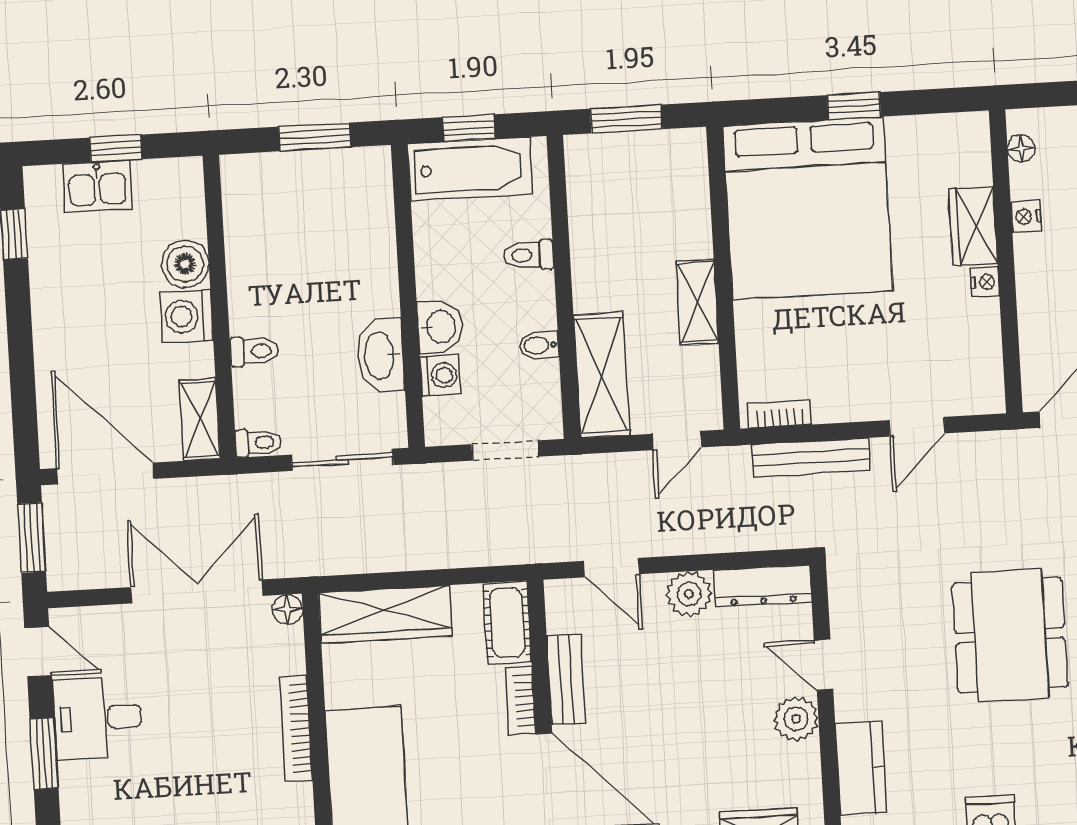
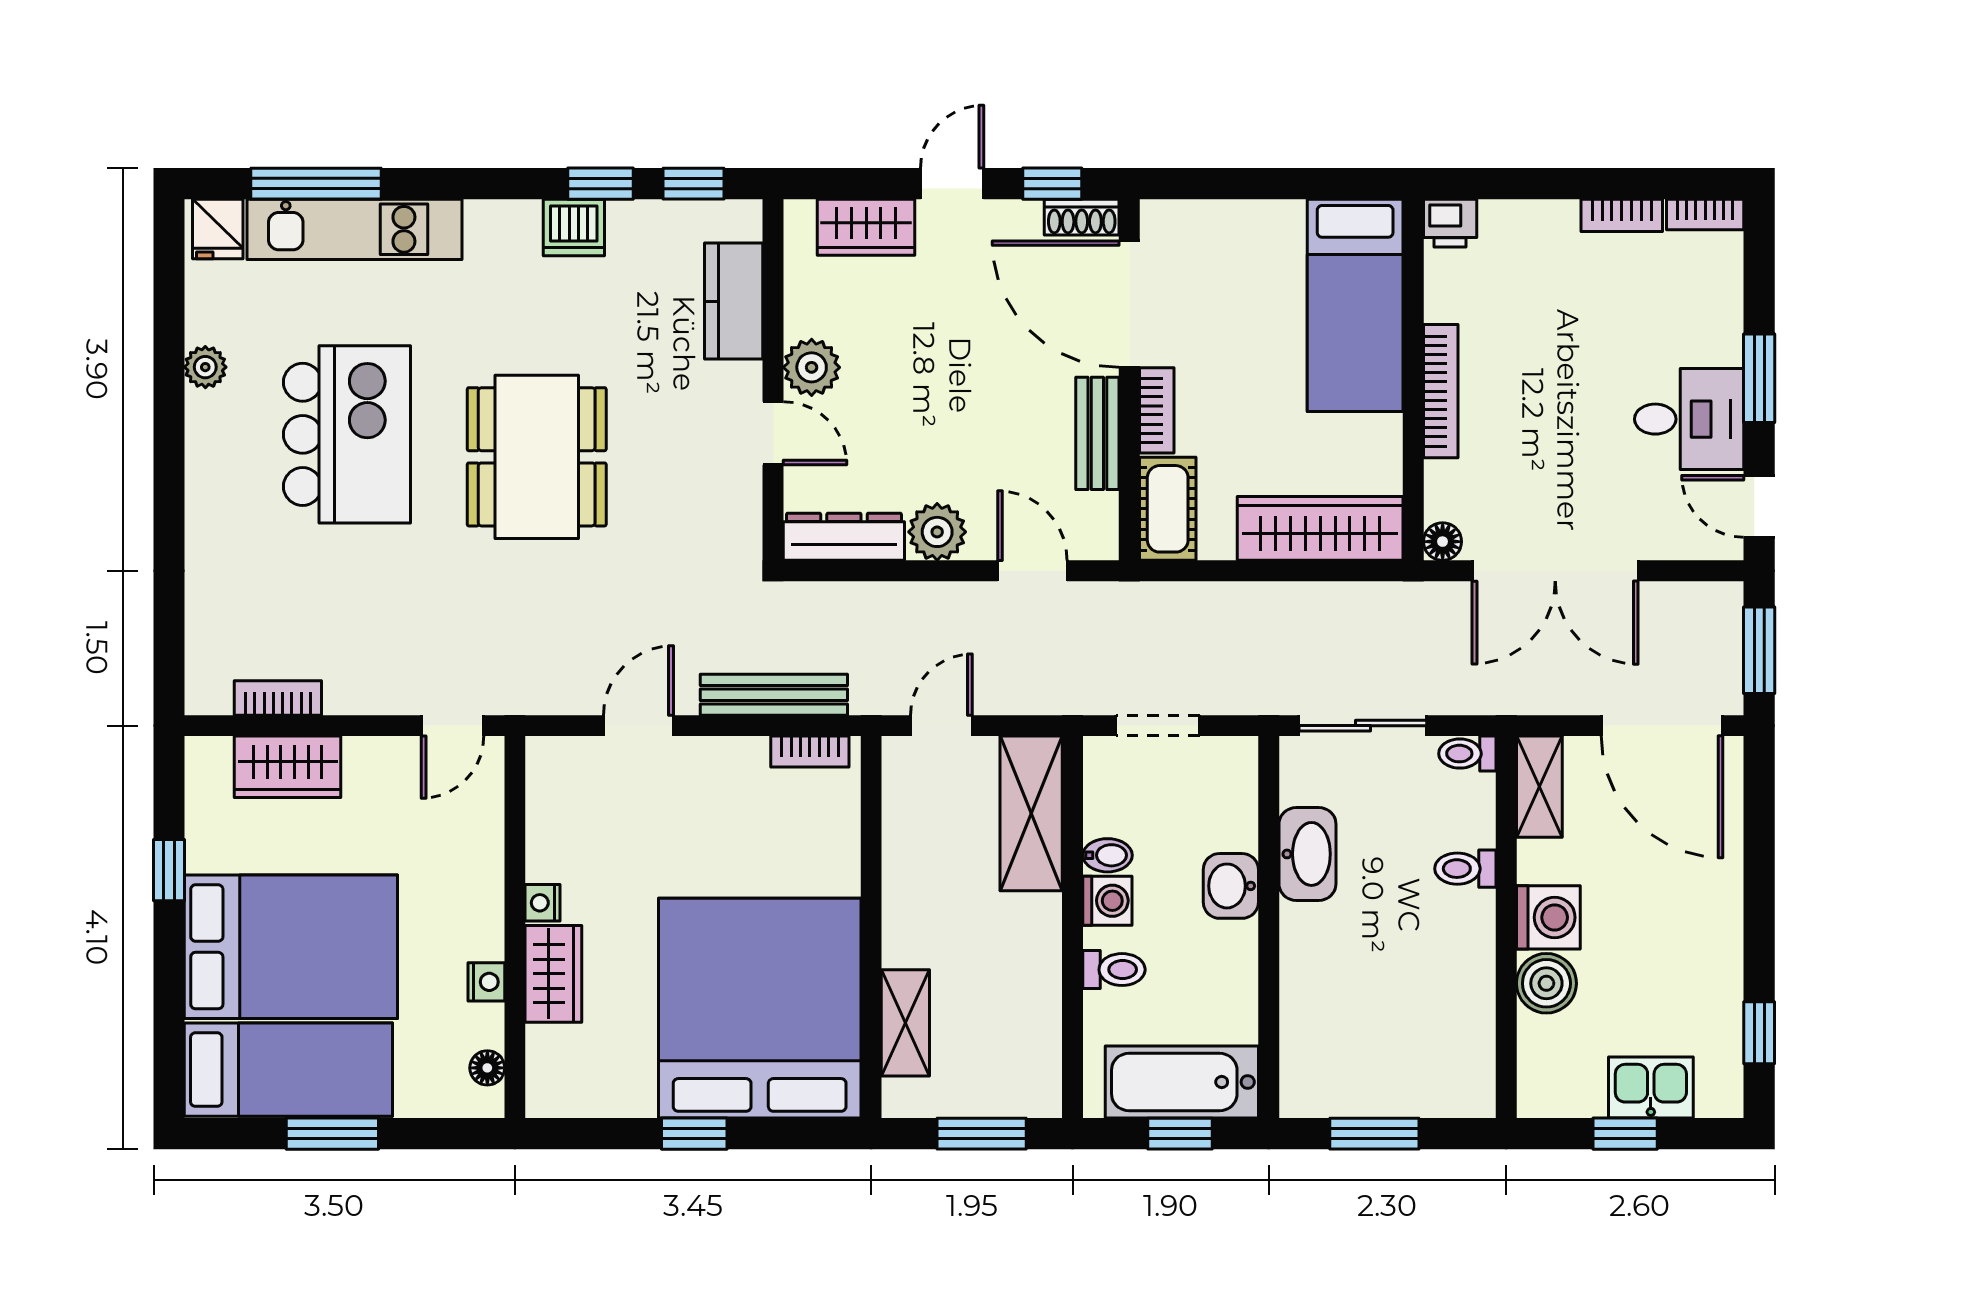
shelving: (697, 302) -> (905, 1023), moved
washing machine: (440, 375) -> (1107, 901), moved, turned 180

